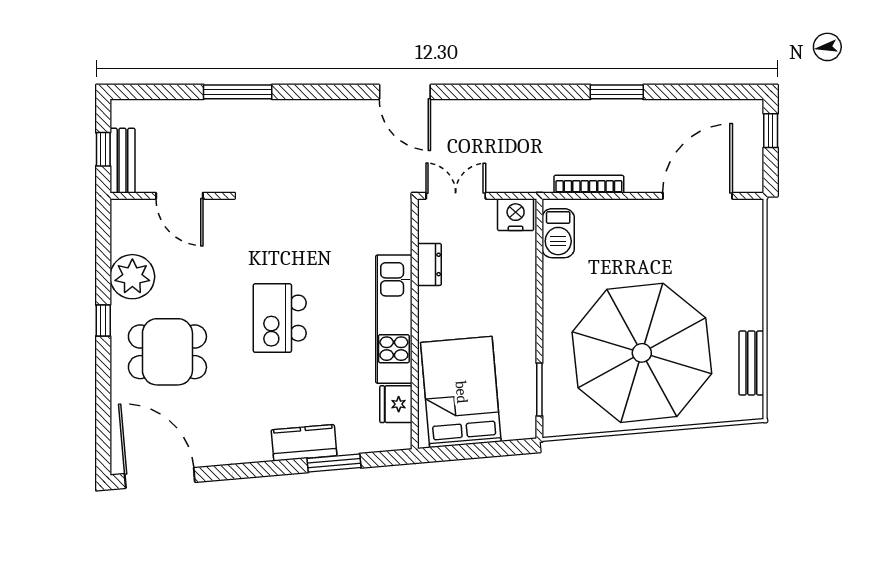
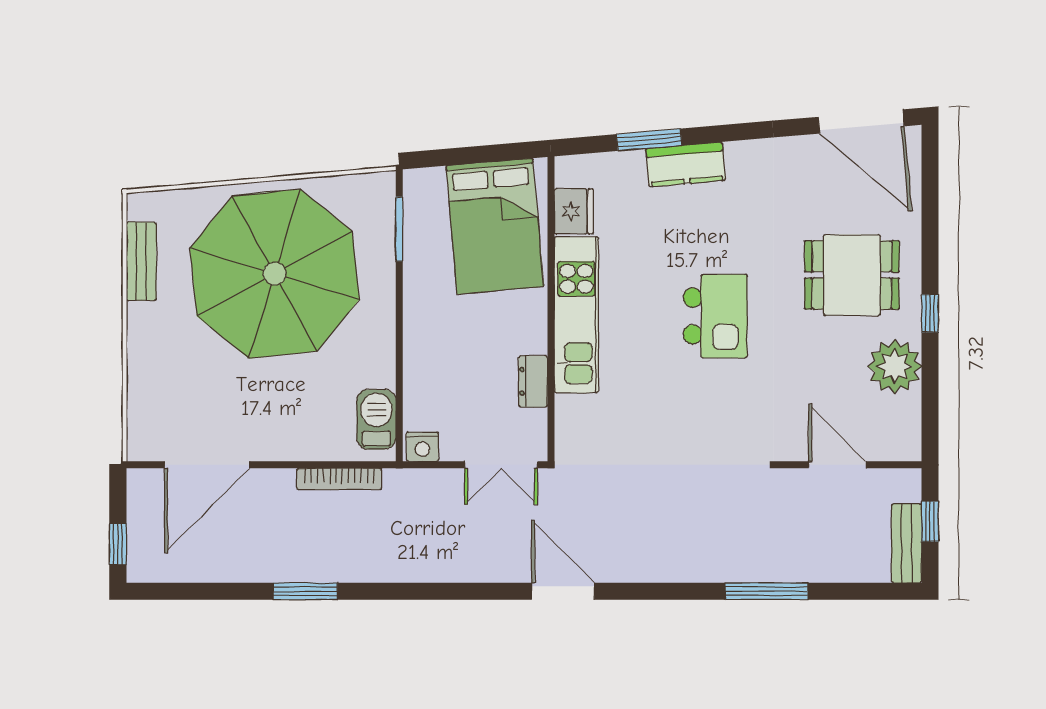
bench: (122, 161) -> (907, 543), moved
nightstand: (516, 215) -> (422, 447), width x0.74, depth x0.75

